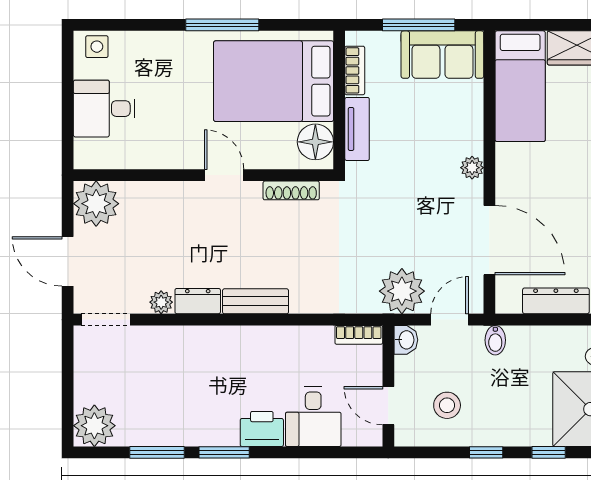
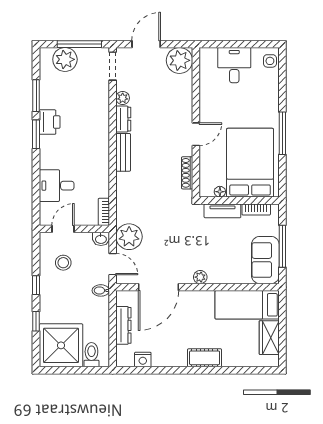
floor lamp: (315, 142) -> (220, 192), width x0.53, depth x0.53
window: (68, 377) -> (79, 44), added
plant: (94, 426) -> (65, 59), moved
printer: (262, 429) -> (50, 122), moved

